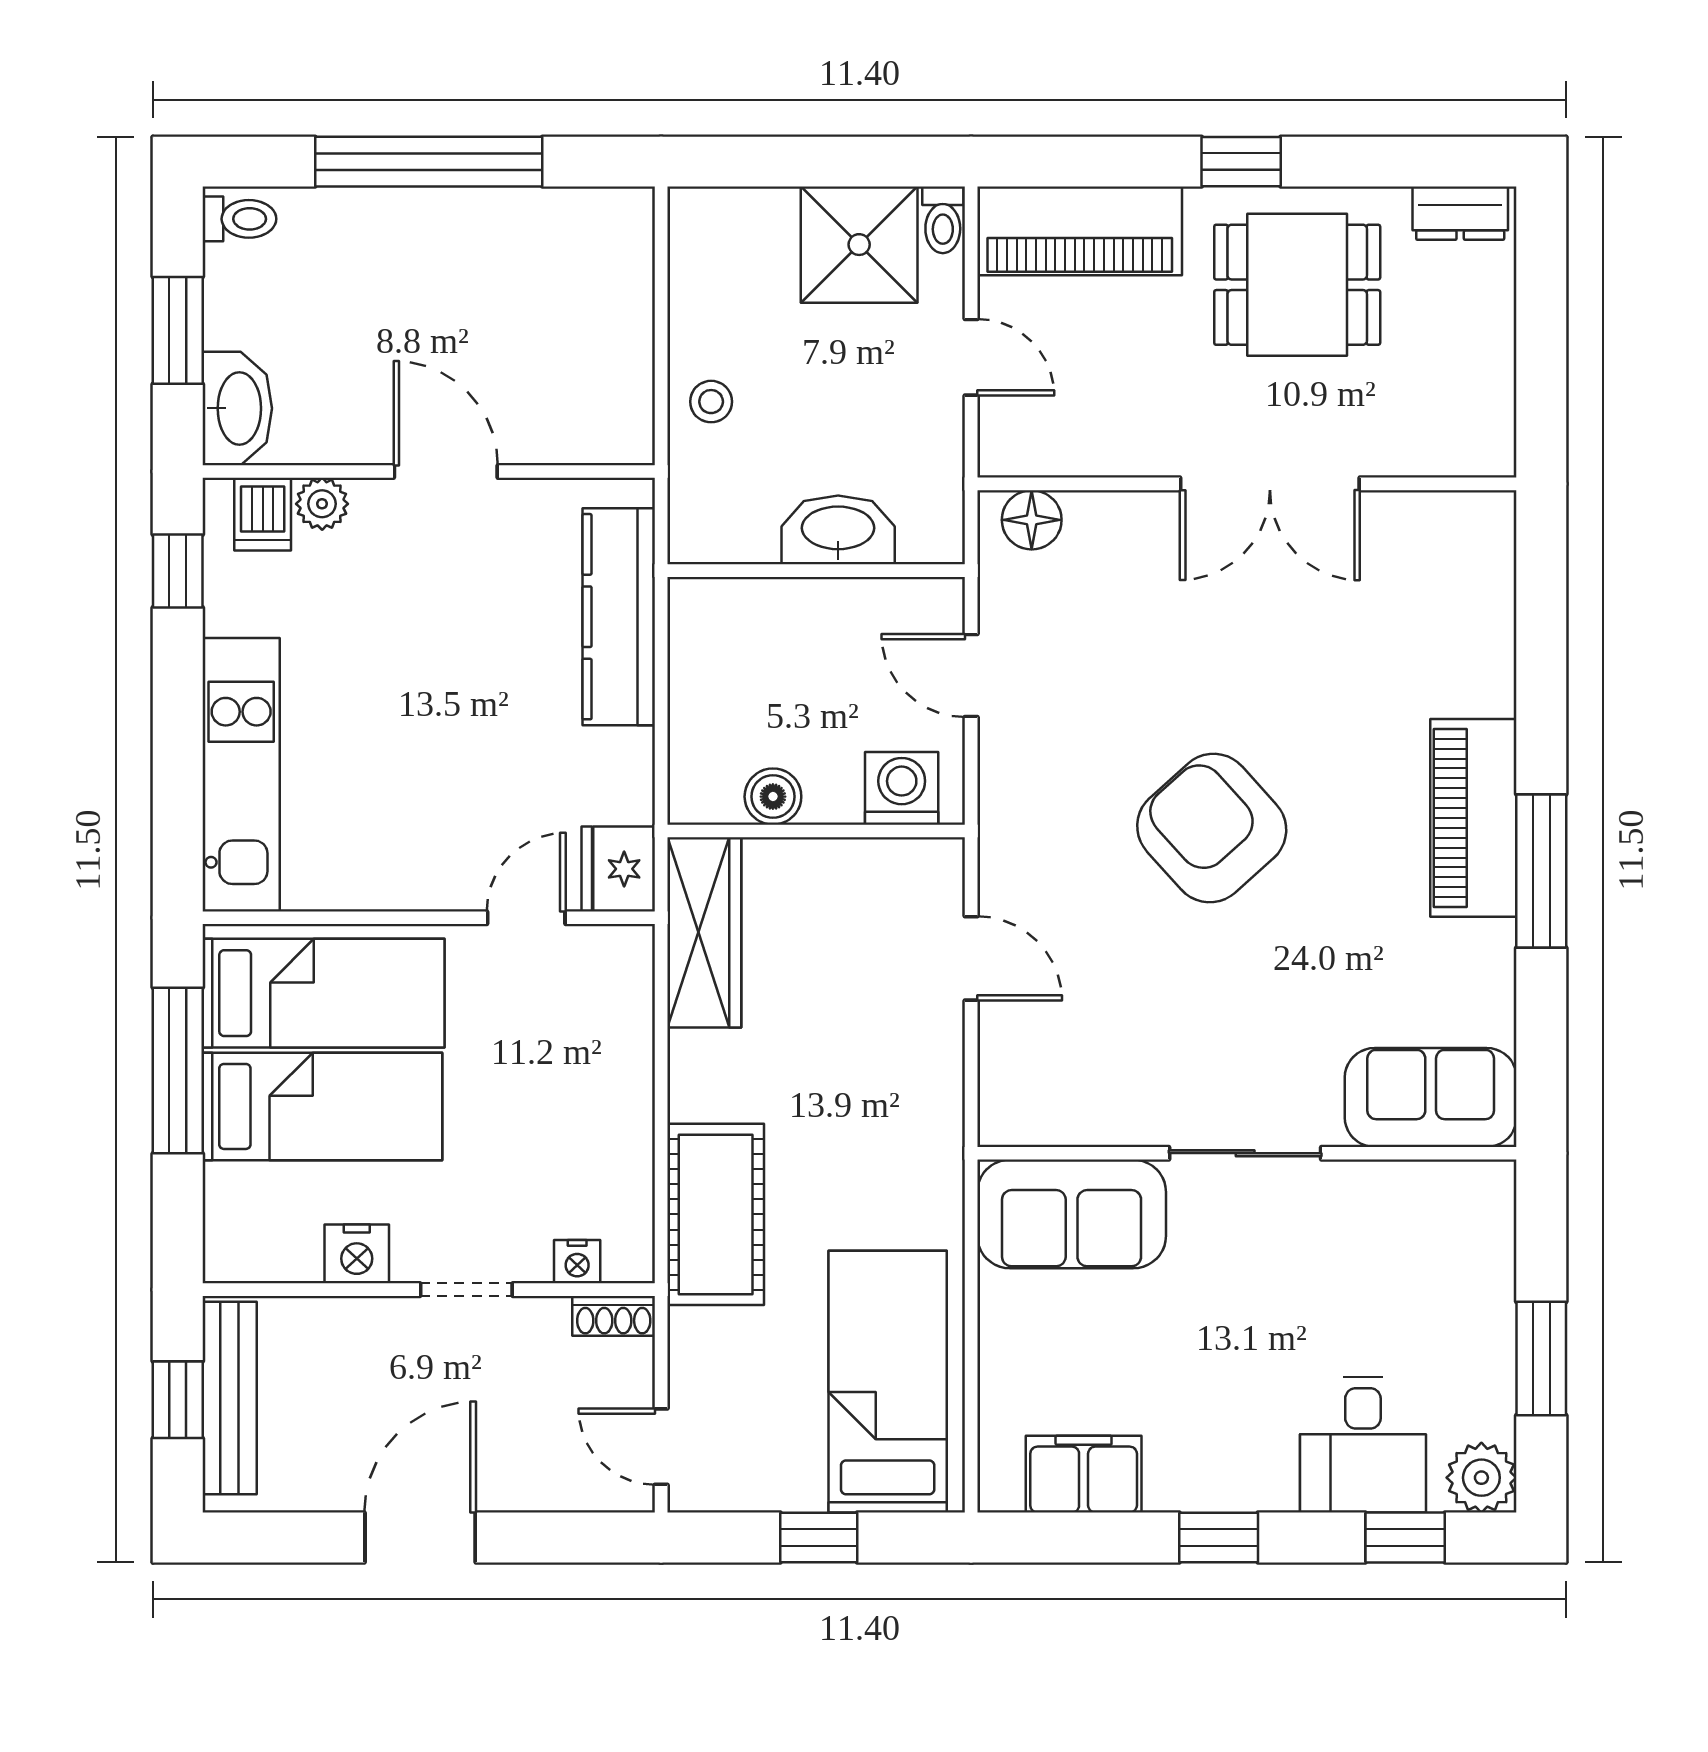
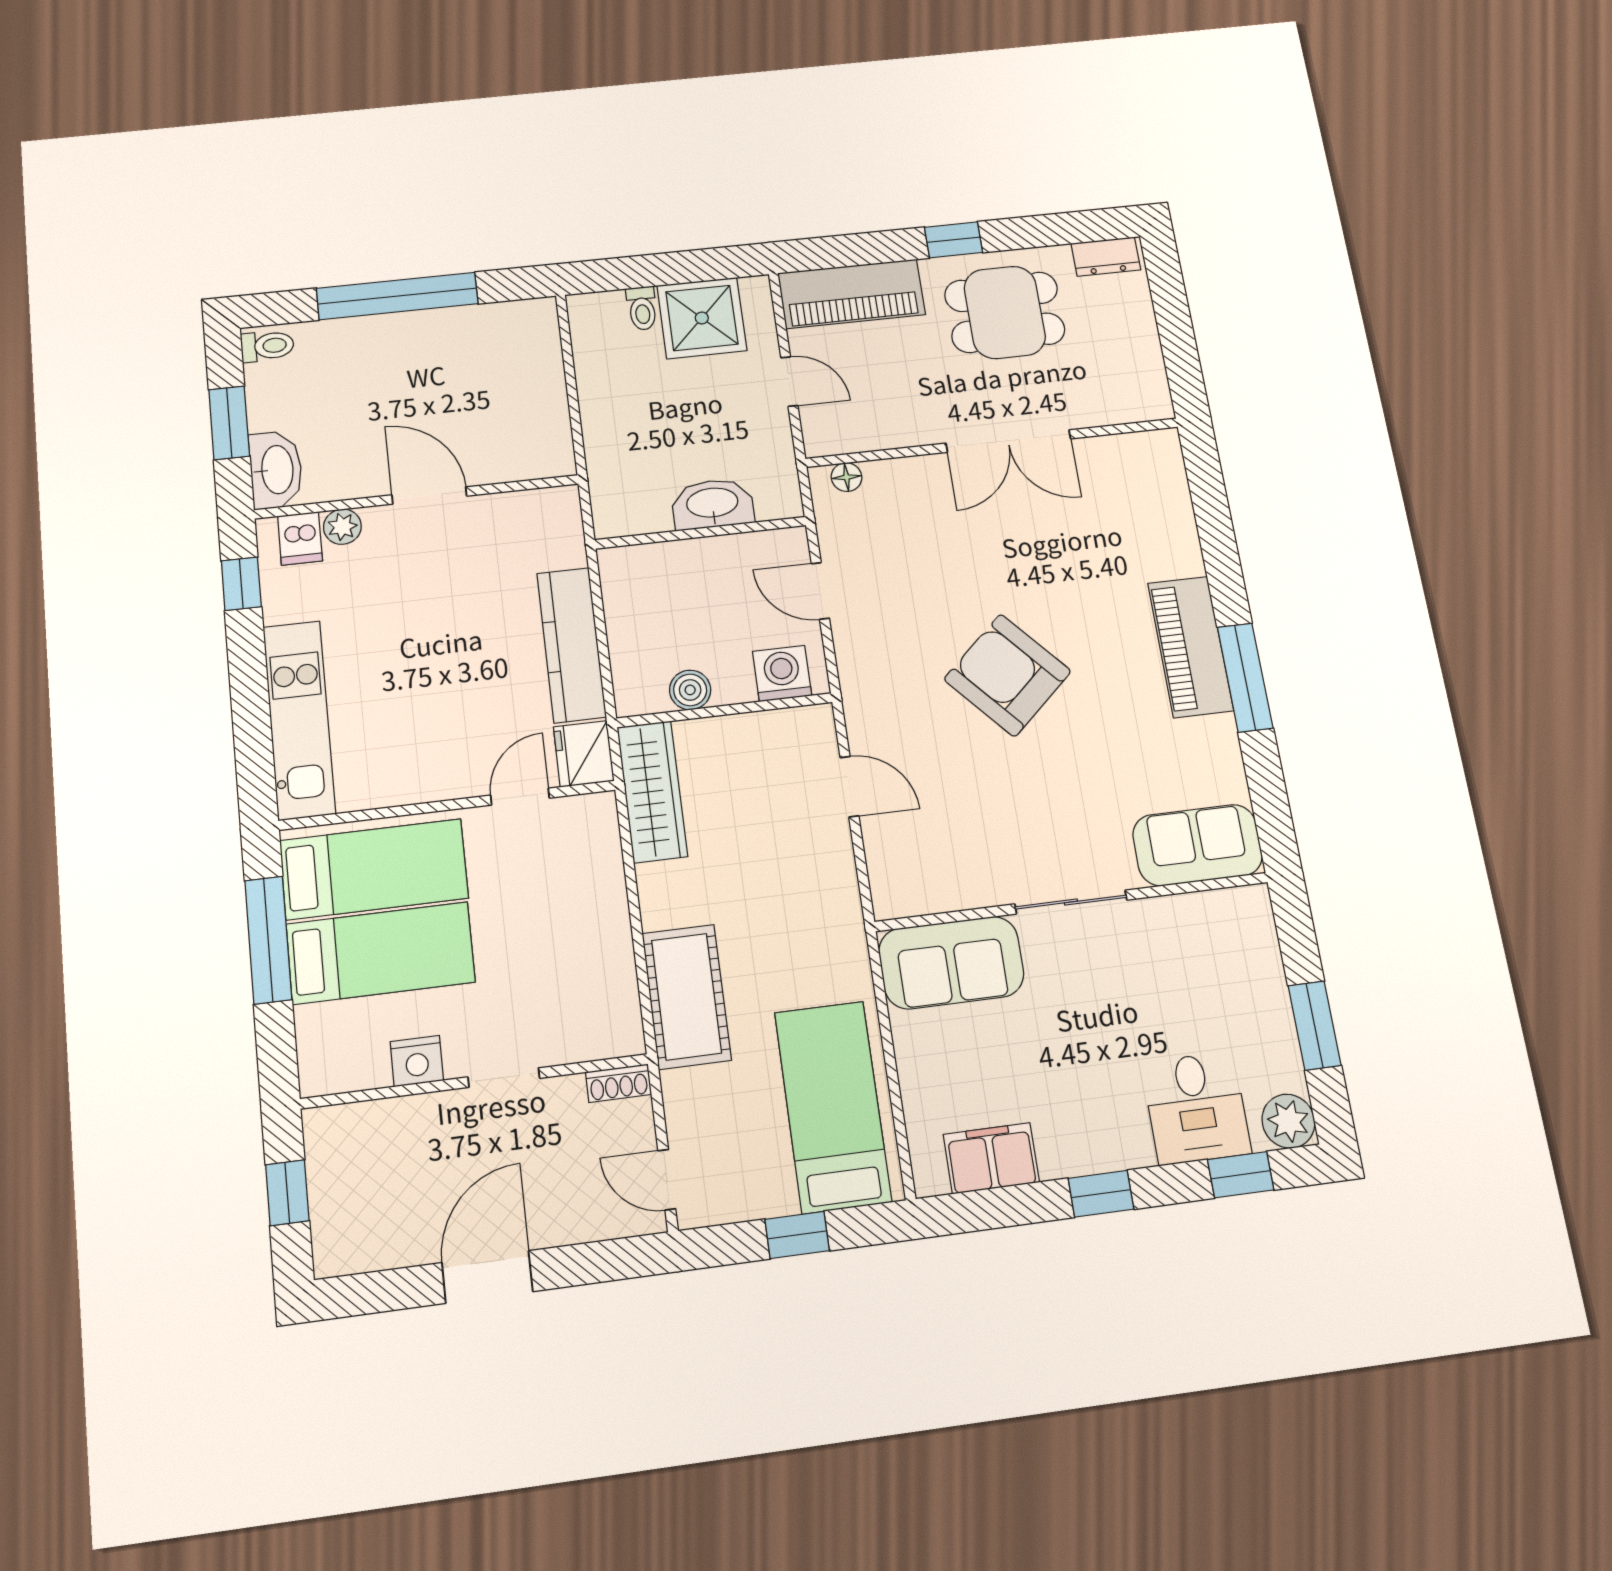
toilet: (943, 220) -> (642, 308), moved
stool: (711, 402) -> (612, 429), removed
floor lamp: (1032, 520) -> (847, 477), width x0.73, depth x0.73
kitchen counter: (619, 617) -> (571, 645), moved
nightstand: (577, 1262) -> (586, 1045), removed
bench: (230, 1398) -> (328, 1186), removed

